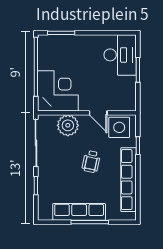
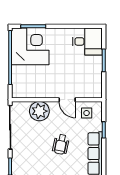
desk: (120, 55) -> (87, 41), width x0.73
corner desk: (58, 91) -> (30, 46), moved
side table: (119, 127) -> (87, 113), width x0.54, depth x0.54

